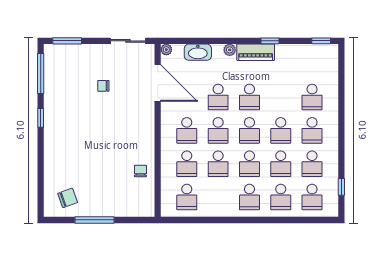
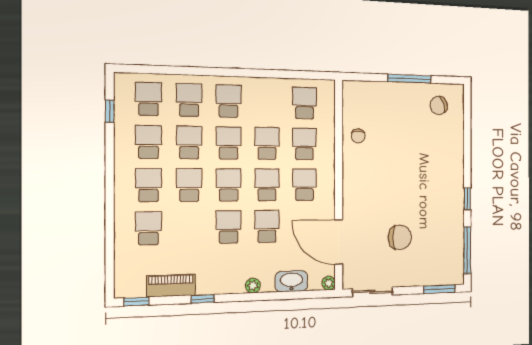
piano: (256, 52) -> (171, 286), moved
chair: (103, 86) -> (400, 237), width x1.87, depth x1.87

